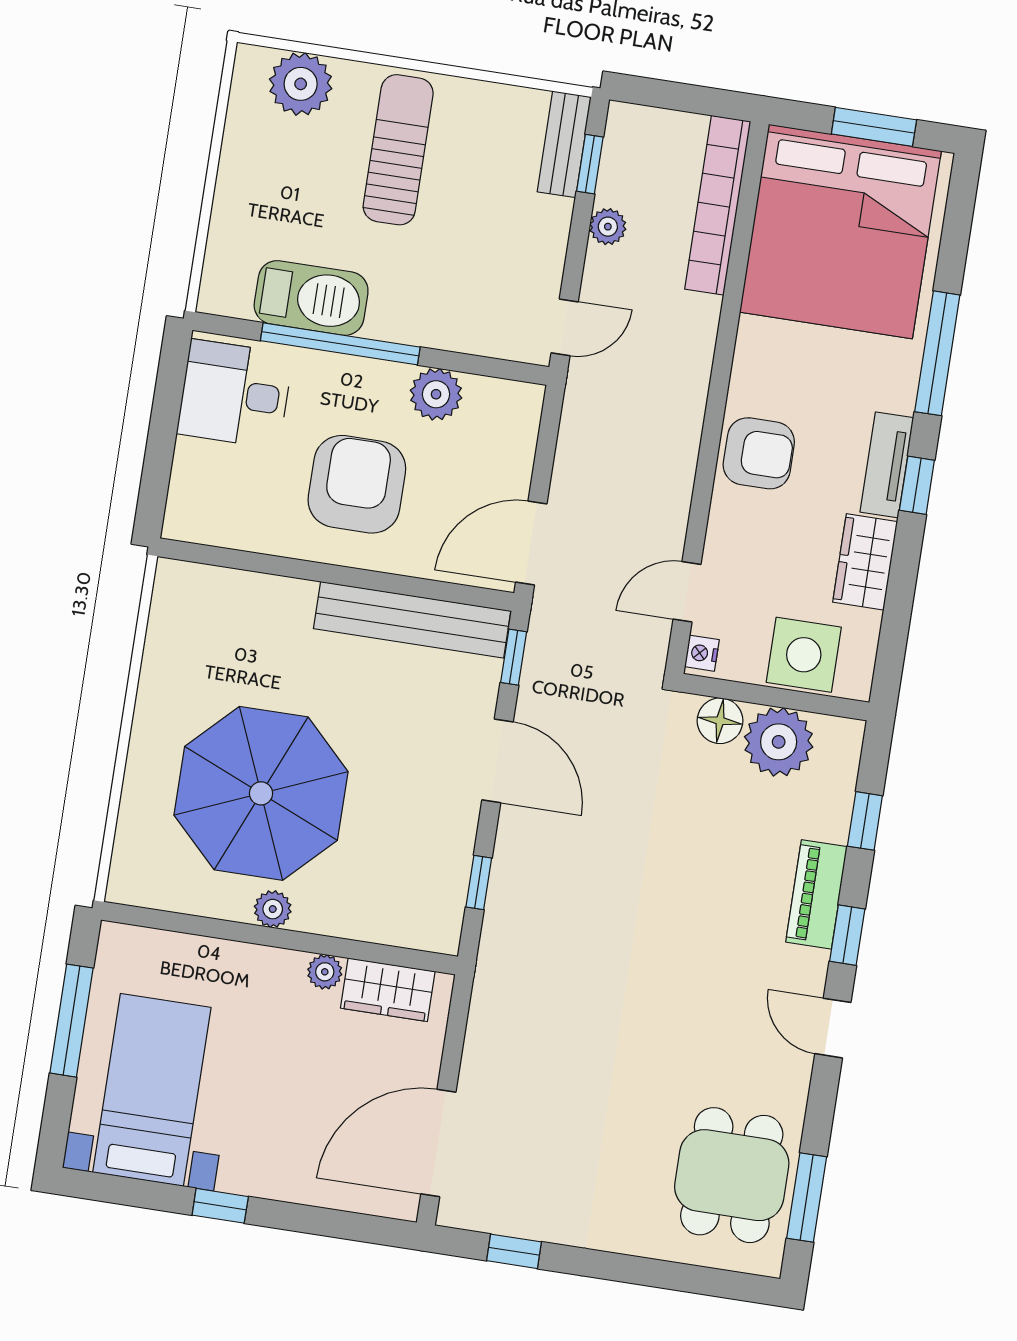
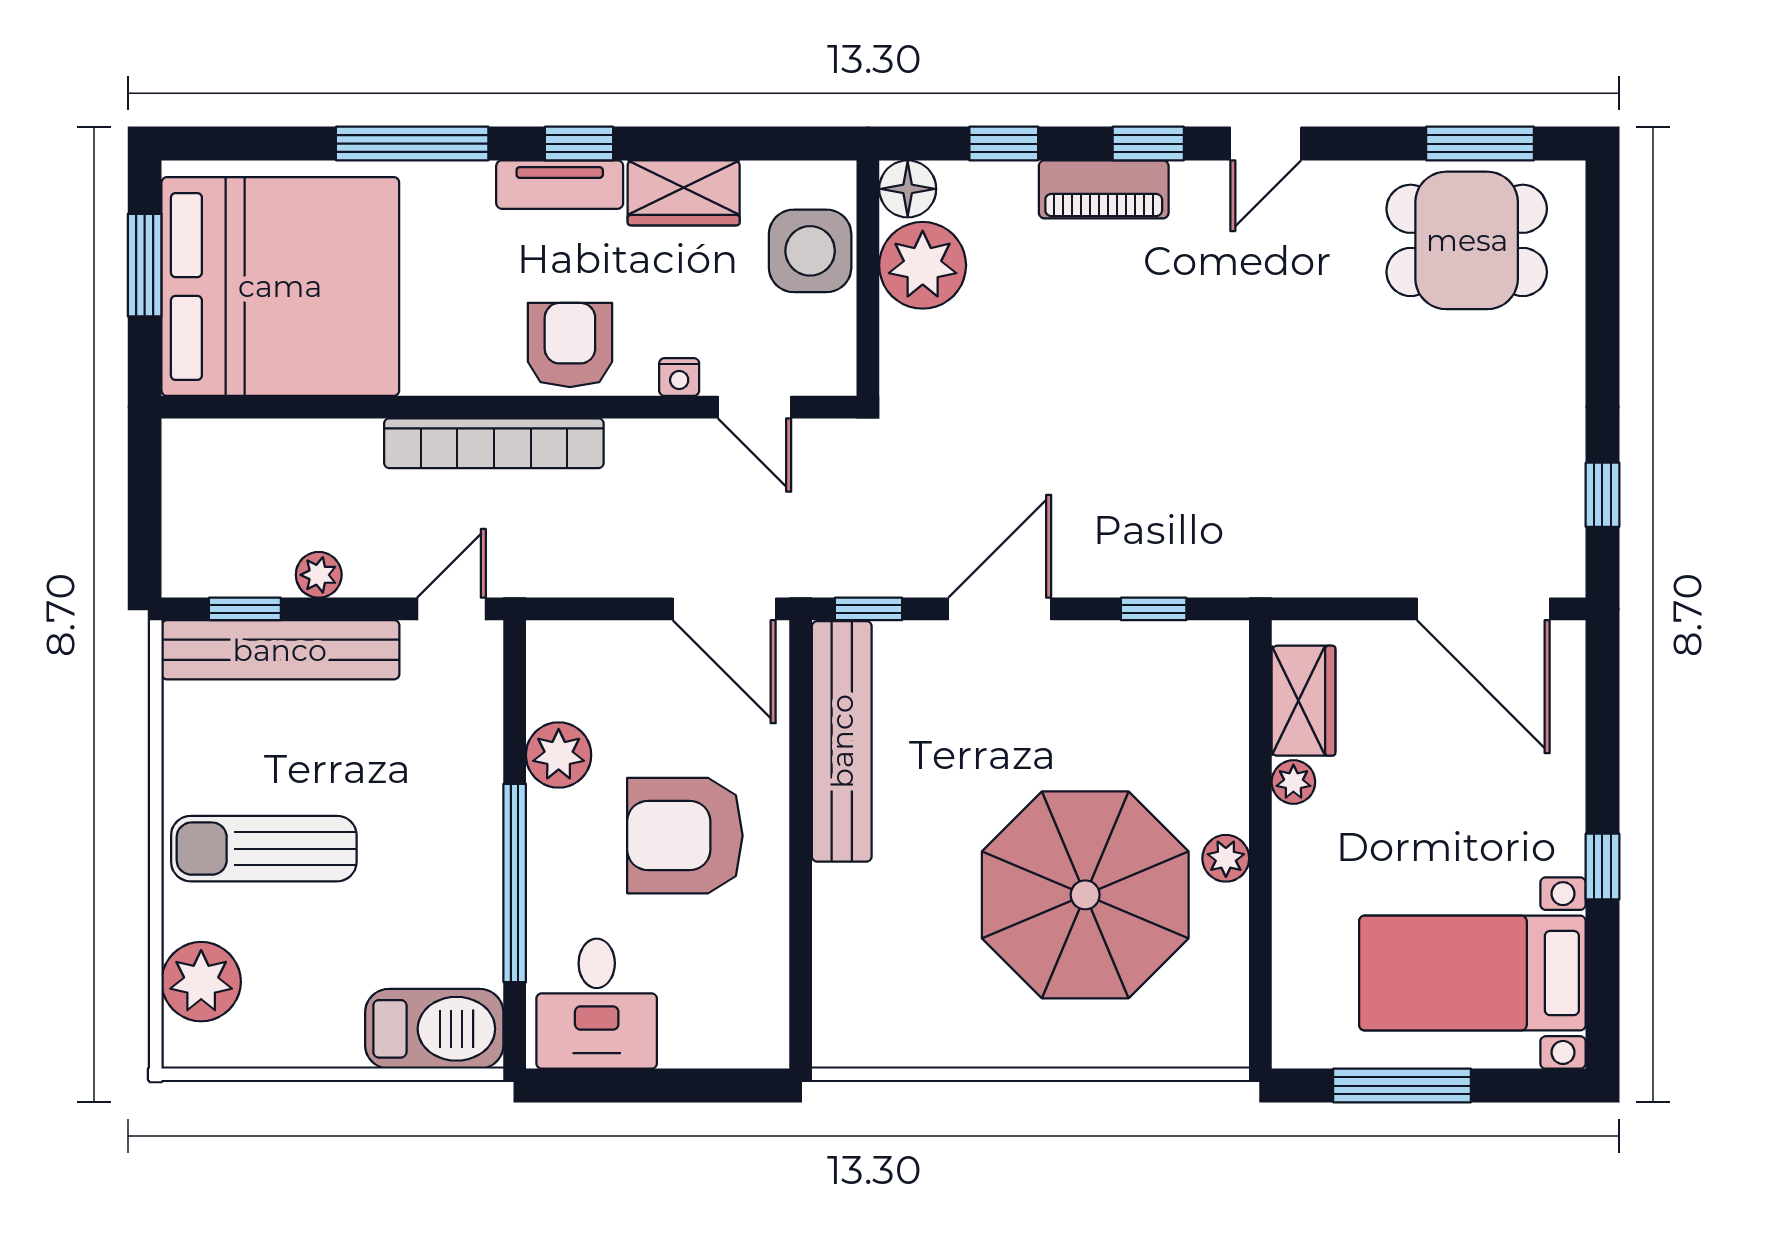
bench: (564, 144) -> (280, 650), width x1.86, depth x1.21
bookcase: (718, 205) -> (494, 443), moved
barbecue: (311, 298) -> (434, 1029), moved, turned 90
door: (565, 327) -> (451, 609), hinge flipped
nightstand: (702, 653) -> (679, 377), moved
floor lamp: (720, 721) -> (908, 189), moved

